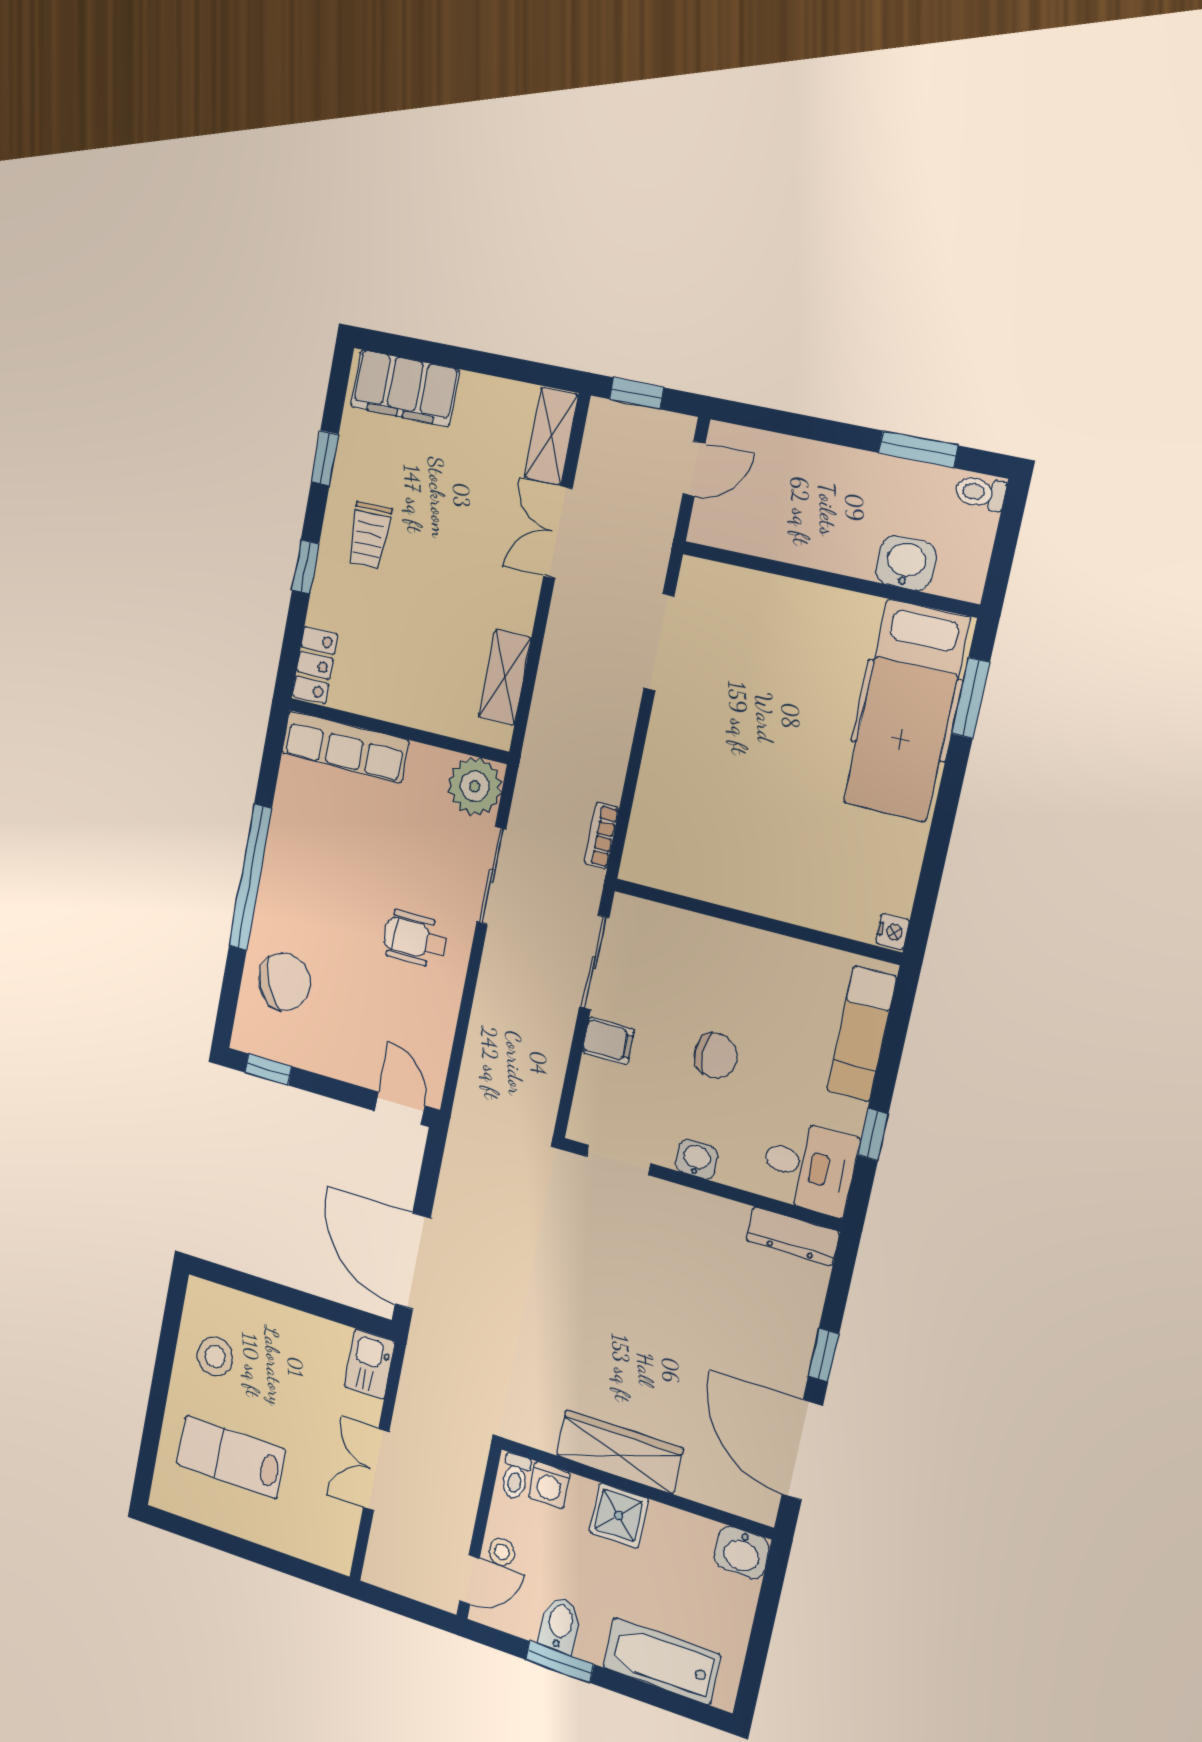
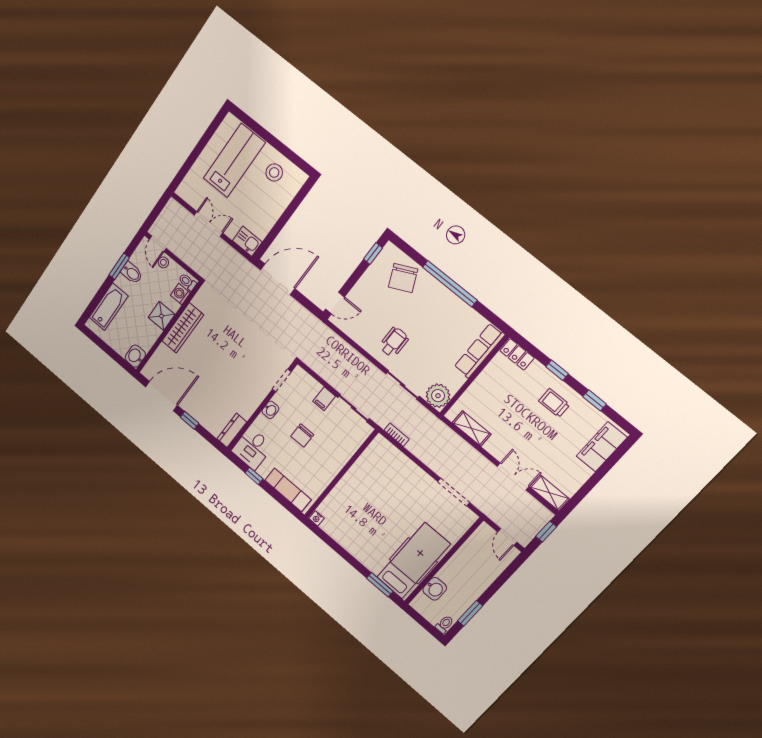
hospital bed: (907, 711) -> (413, 561), moved, turned 90
lab bench: (231, 1457) -> (234, 161), width x1.36, depth x1.39

